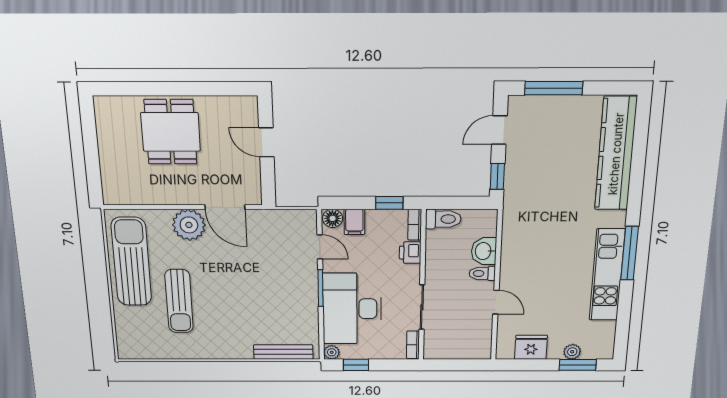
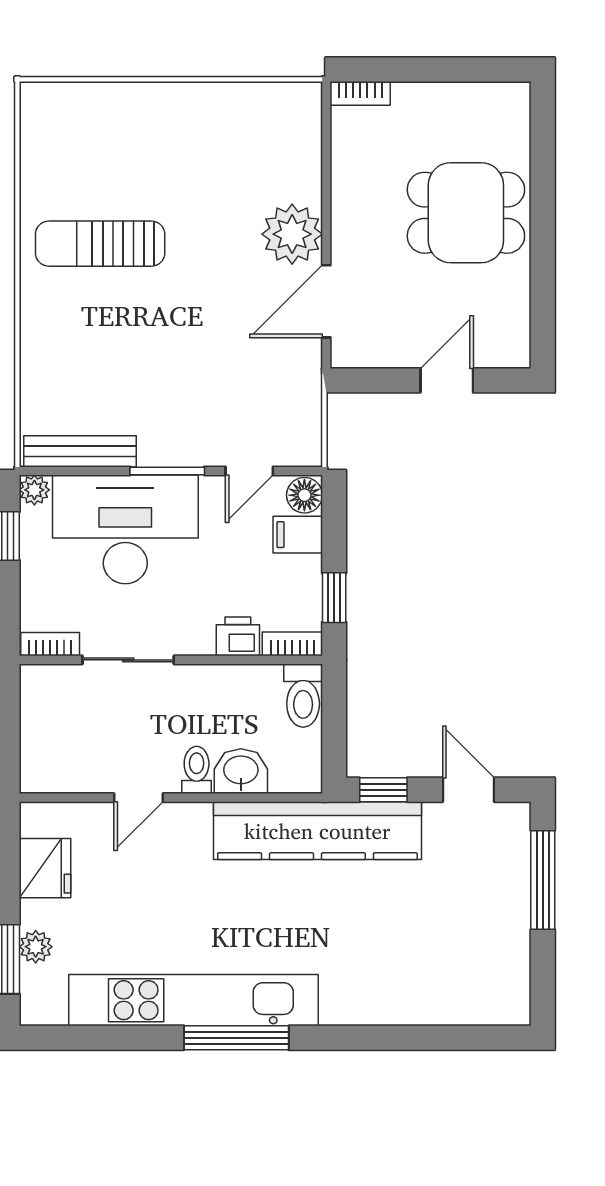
kitchen counter: (616, 154) -> (317, 831), moved, turned 180
bookcase: (108, 189) -> (360, 93), added
sun lounger: (131, 262) -> (220, 124), removed
kitchen unit: (607, 275) -> (193, 1000), width x1.36
sun lounger: (179, 301) -> (100, 244), moved
bench: (283, 352) -> (80, 451), moved, turned 90

